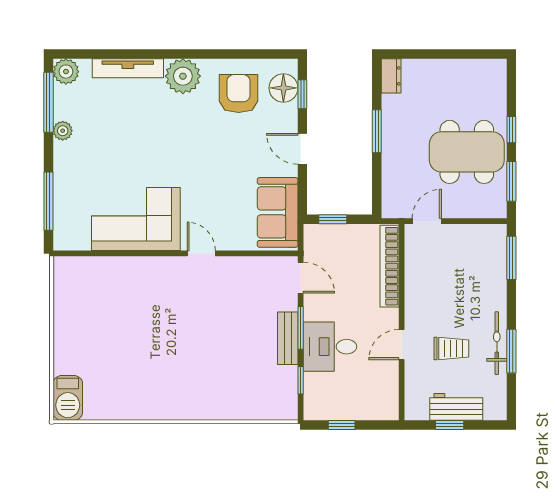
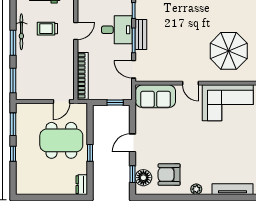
plant: (183, 76) -> (196, 189), width x0.53, depth x0.53
armchair: (239, 94) -> (169, 175), turned 90
window: (377, 131) -> (90, 153), width x0.67
door: (302, 149) -> (133, 143), swing flipped
dining table: (467, 152) -> (61, 140), moved
sofa: (278, 212) -> (155, 96), moved, turned 90
parasol: (134, 310) -> (229, 51), added
window: (511, 351) -> (13, 43), moved

